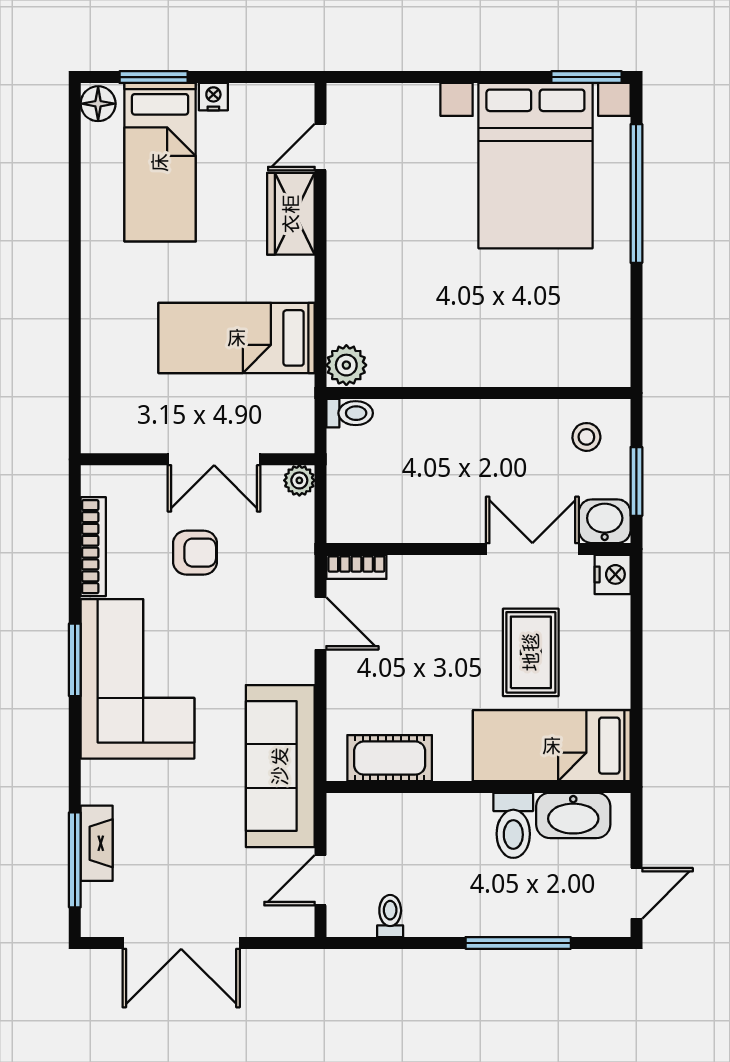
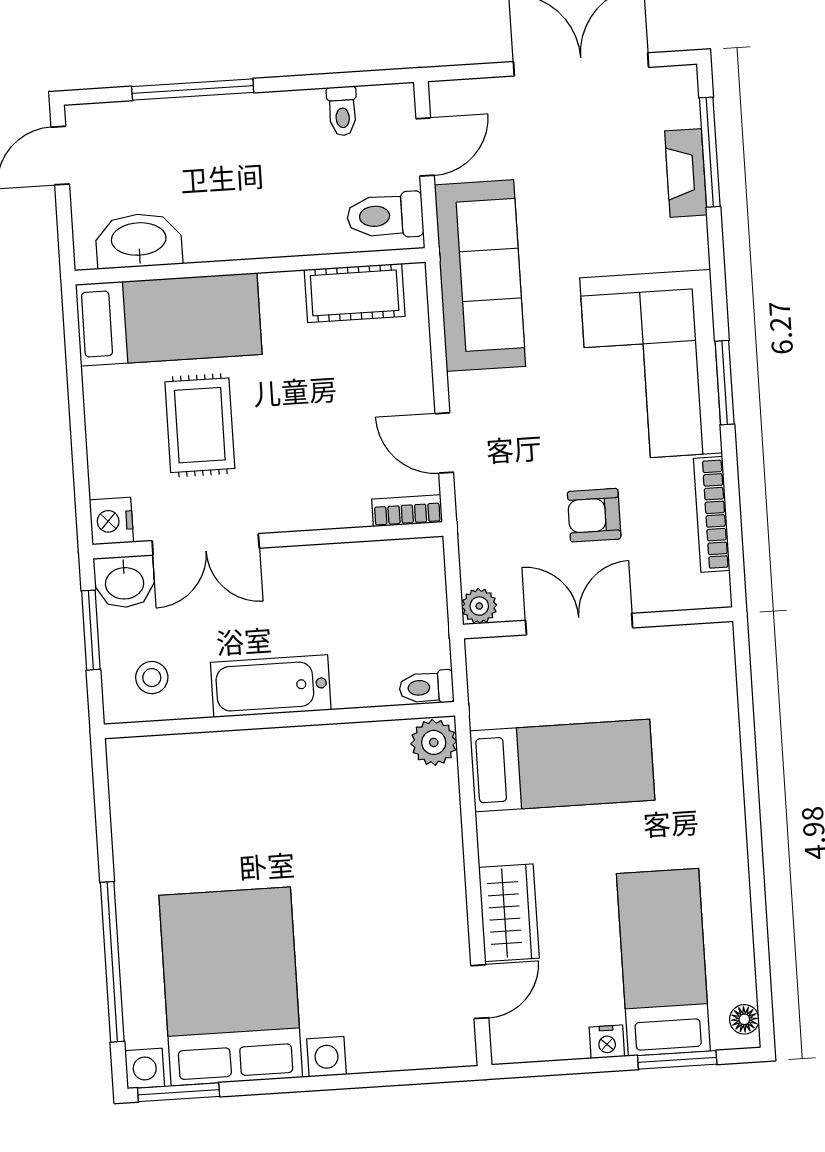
floor lamp: (98, 104) -> (744, 1019), width x0.73, depth x0.73
bathtub: (484, 423) -> (271, 686), added
toilet: (513, 825) -> (385, 216), moved, turned -90

